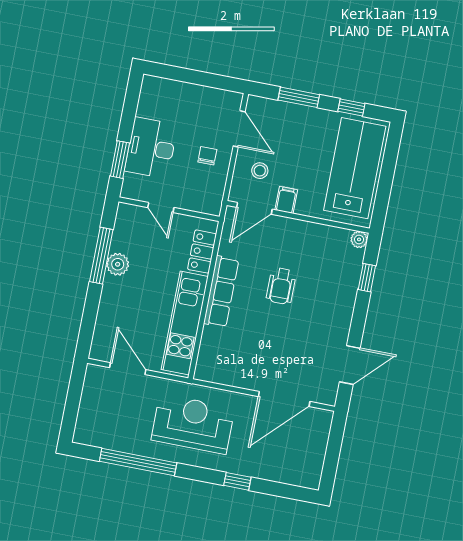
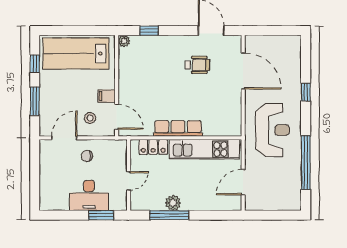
wheelchair: (281, 286) -> (197, 65), moved
reception desk: (193, 424) -> (272, 130), turned 180

